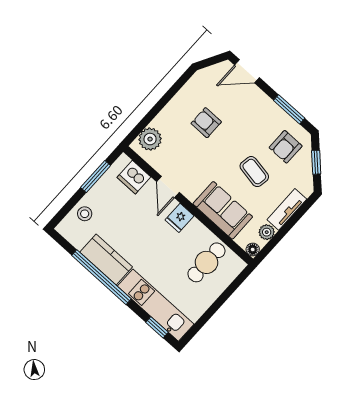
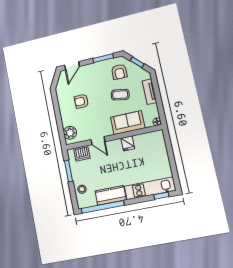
fridge: (179, 218) -> (128, 143), moved
plant: (267, 232) -> (153, 109), removed
cafe table: (206, 262) -> (147, 148), removed
window: (102, 277) -> (103, 207), moved

